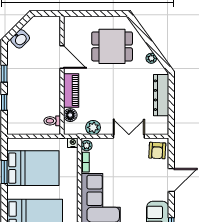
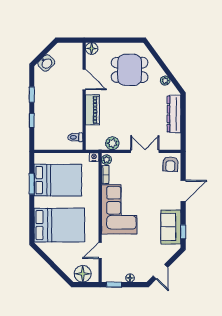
floor lamp: (70, 115) -> (92, 49), moved

